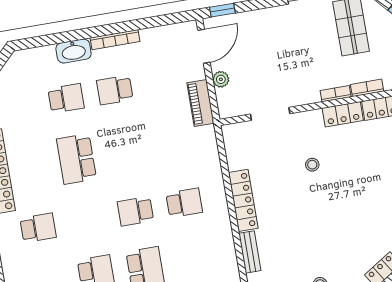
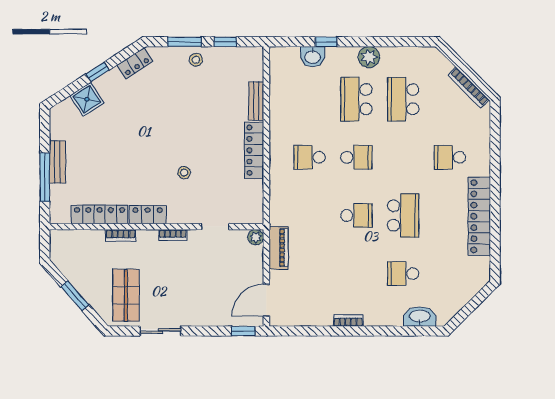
bookcase: (115, 40) -> (348, 321), width x0.64
washbasin: (74, 51) -> (420, 317), moved
plant: (221, 79) -> (256, 237), moved
school desk: (115, 90) -> (356, 215), moved
bookcase: (336, 94) -> (173, 235), moved
doorway: (270, 114) -> (215, 227), width x0.73

